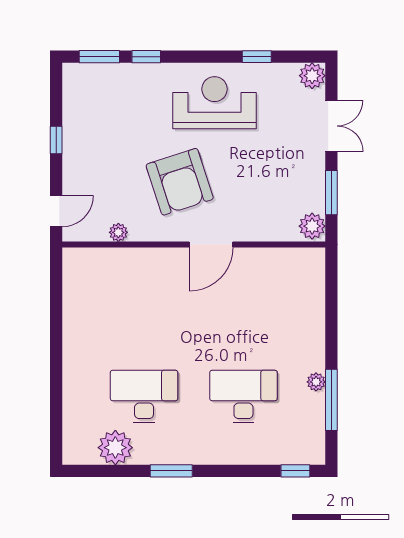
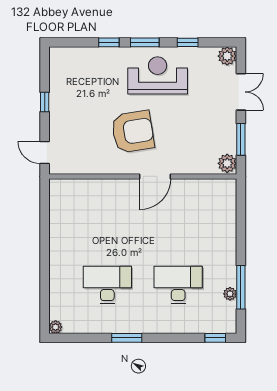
window: (99, 57) -> (145, 42), moved
armchair: (180, 182) -> (133, 132), turned -81
door: (56, 211) -> (45, 153), swing flipped
plant: (118, 232) -> (89, 168), removed
plant: (316, 382) -> (230, 294), moved
plant: (115, 448) -> (56, 327), moved, width x0.53, depth x0.53

